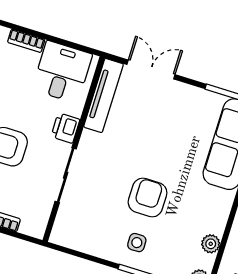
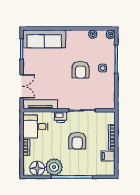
double door: (151, 69) -> (22, 86), swing flipped
armchair: (148, 198) -> (81, 70), turned -90

